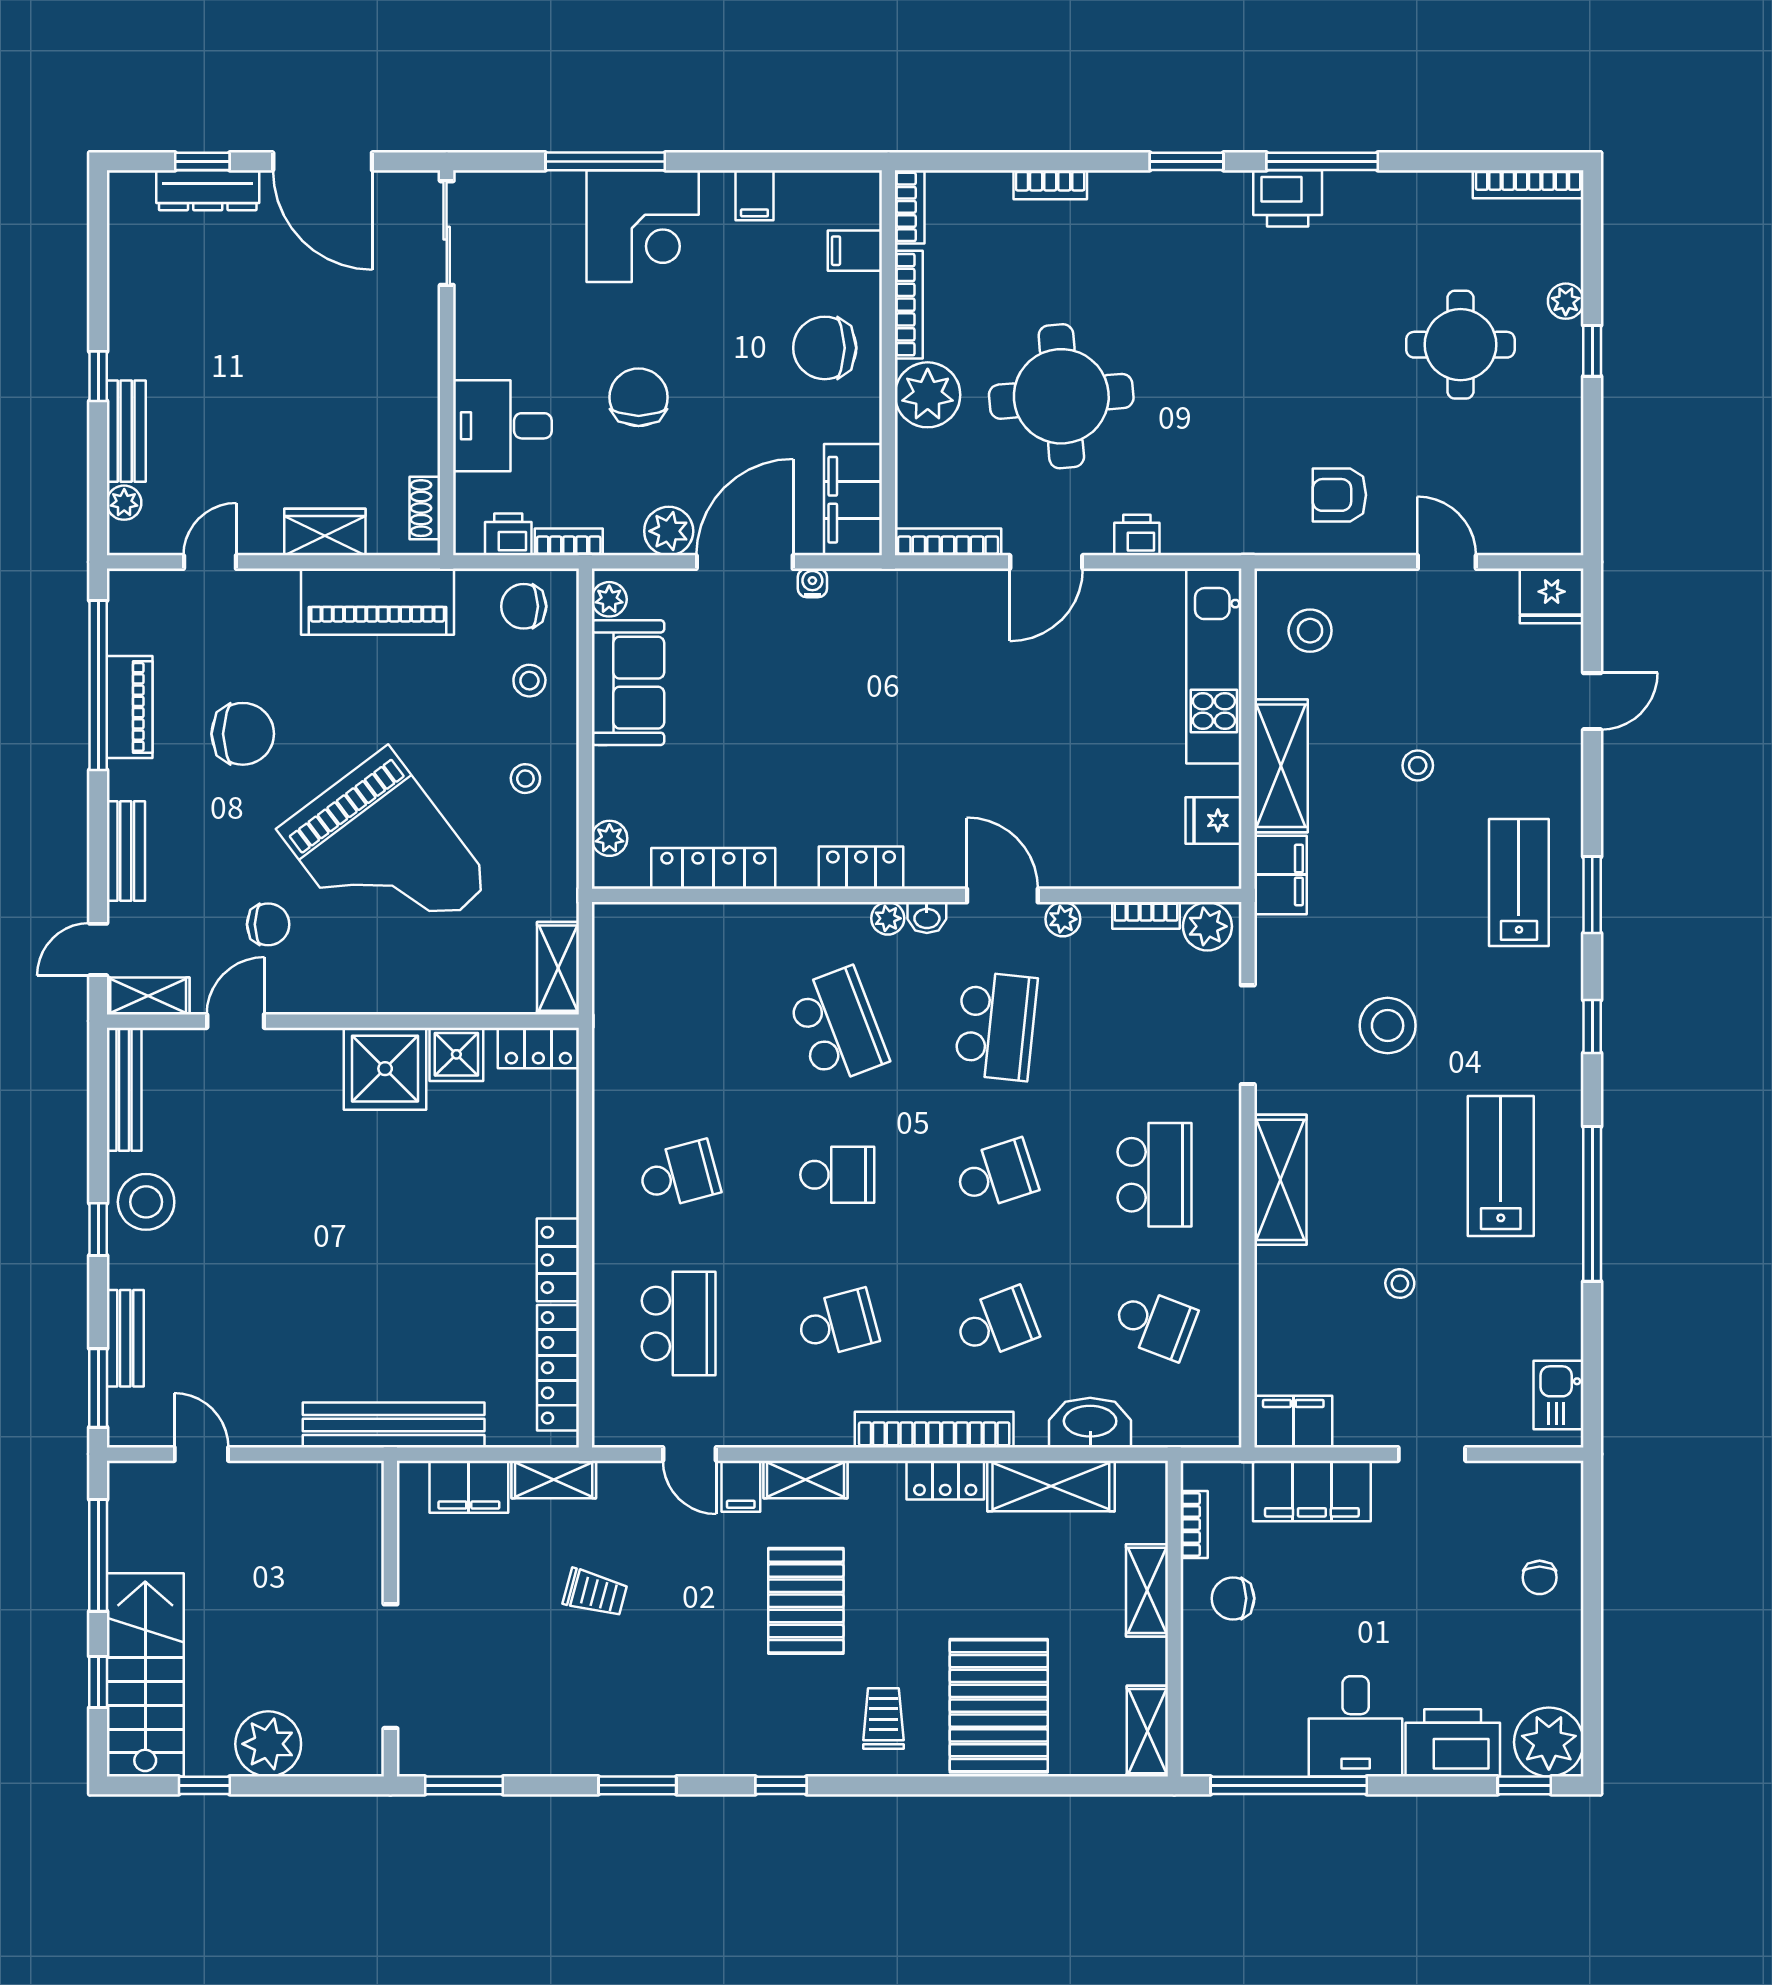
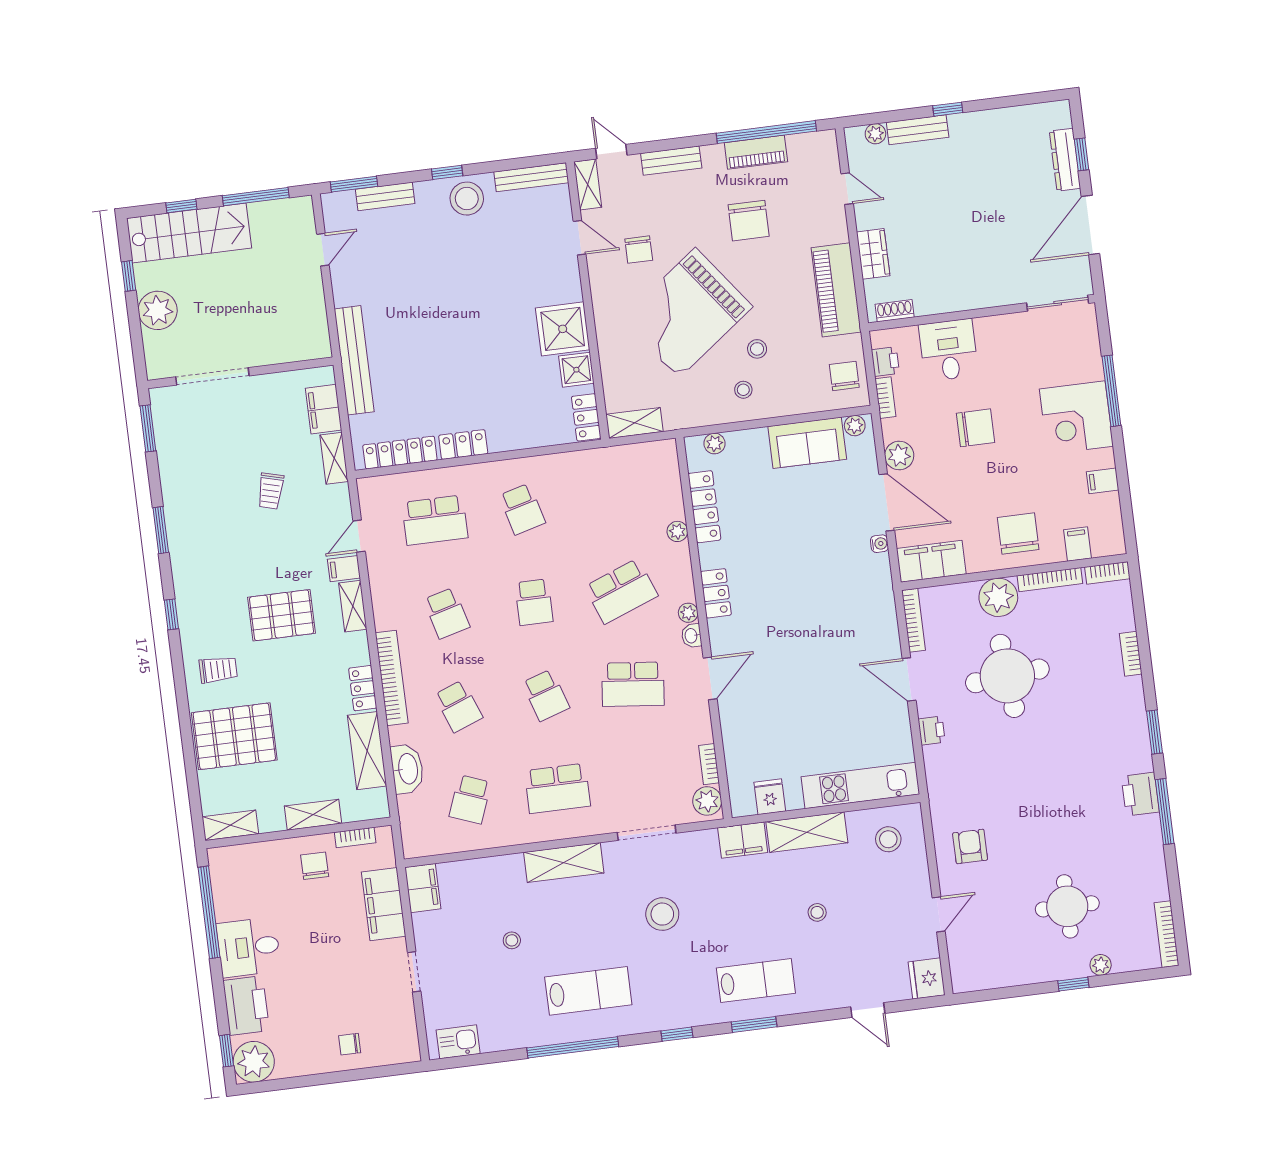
stool: (529, 681) -> (757, 349), moved
plant: (1063, 919) -> (677, 531), moved

